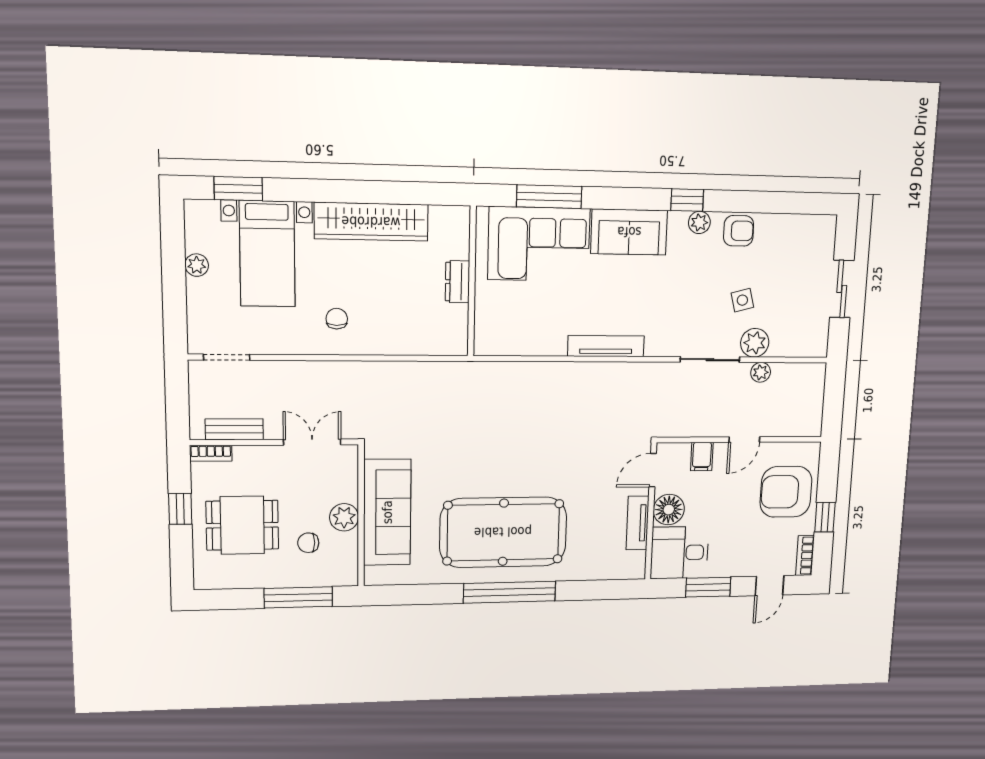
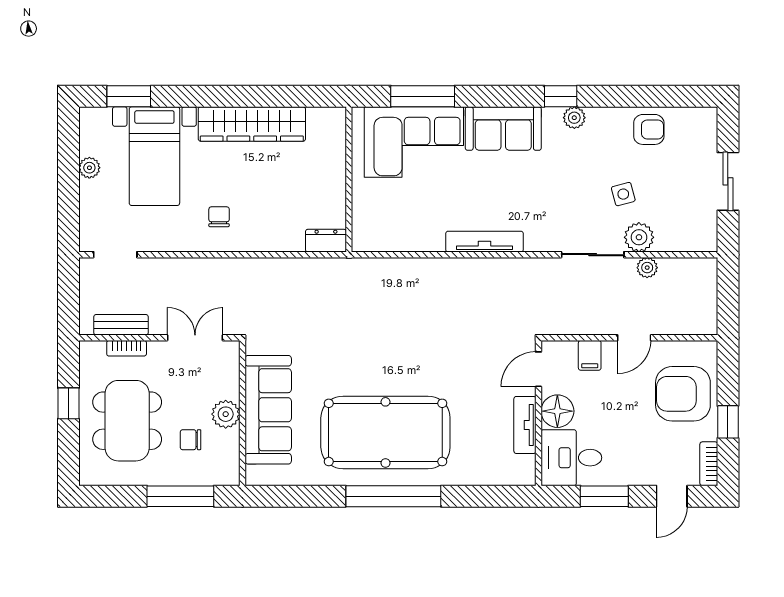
armchair: (739, 231) -> (649, 129), moved
dresser: (457, 282) -> (326, 241), moved, turned 90
bookcase: (211, 453) -> (127, 348), moved
dining table: (242, 525) -> (127, 421), width x1.37

